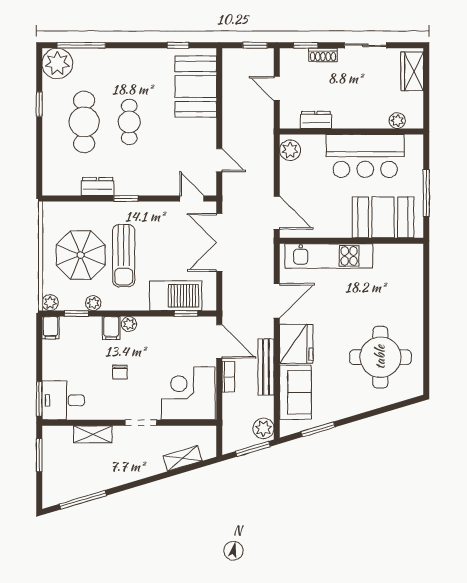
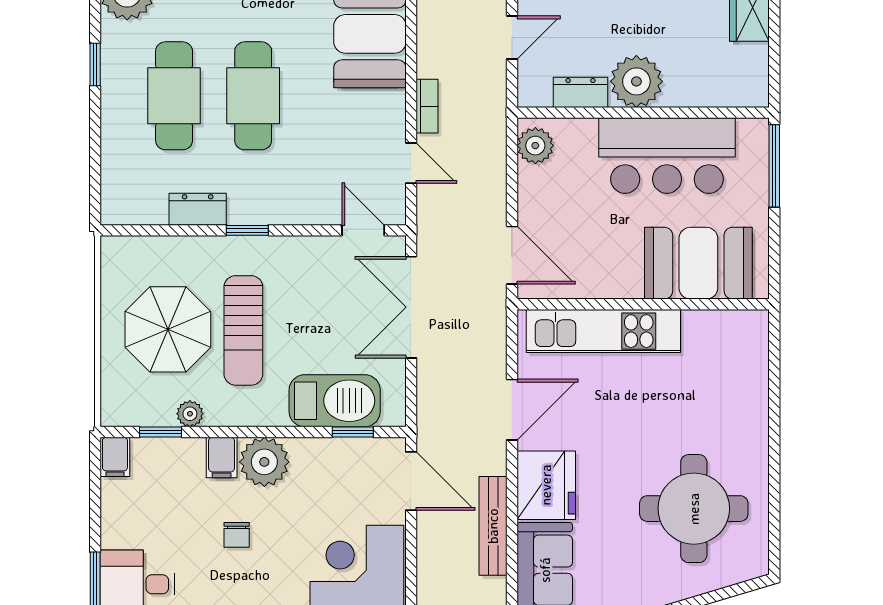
door: (277, 89) -> (512, 37), swing flipped
plant: (397, 121) -> (636, 81), moved, width x1.87, depth x1.87
cafe table: (129, 122) -> (253, 96), width x1.37, depth x1.35
window: (426, 193) -> (774, 166), moved
plant: (50, 303) -> (114, 413), removed
plant: (129, 324) -> (264, 462), width x1.88, depth x1.88
bookcase: (228, 377) -> (427, 106), moved

